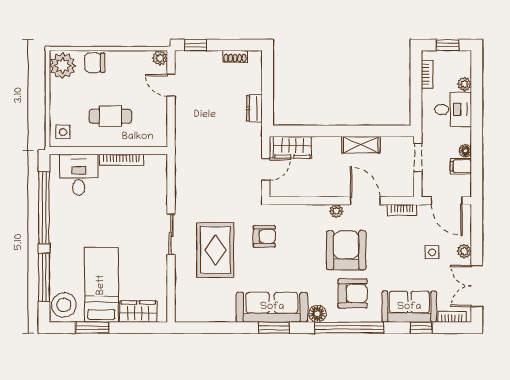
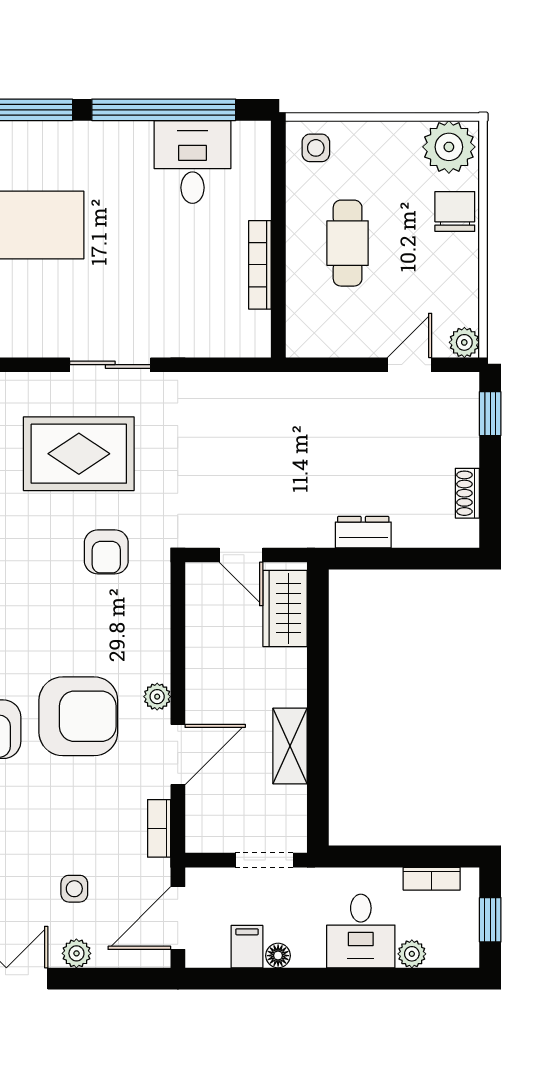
desk: (79, 175) -> (193, 162), moved, turned -90

